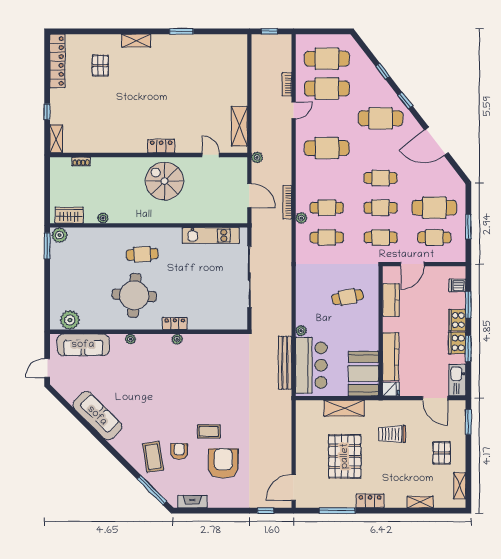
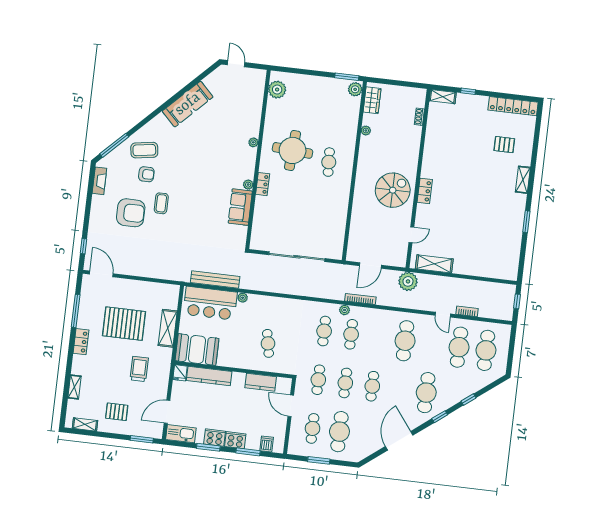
plant: (257, 157) -> (408, 281), width x1.88, depth x1.88
kitchen unit: (211, 236) -> (338, 226), removed
sofa: (83, 345) -> (240, 207), moved, width x0.73

